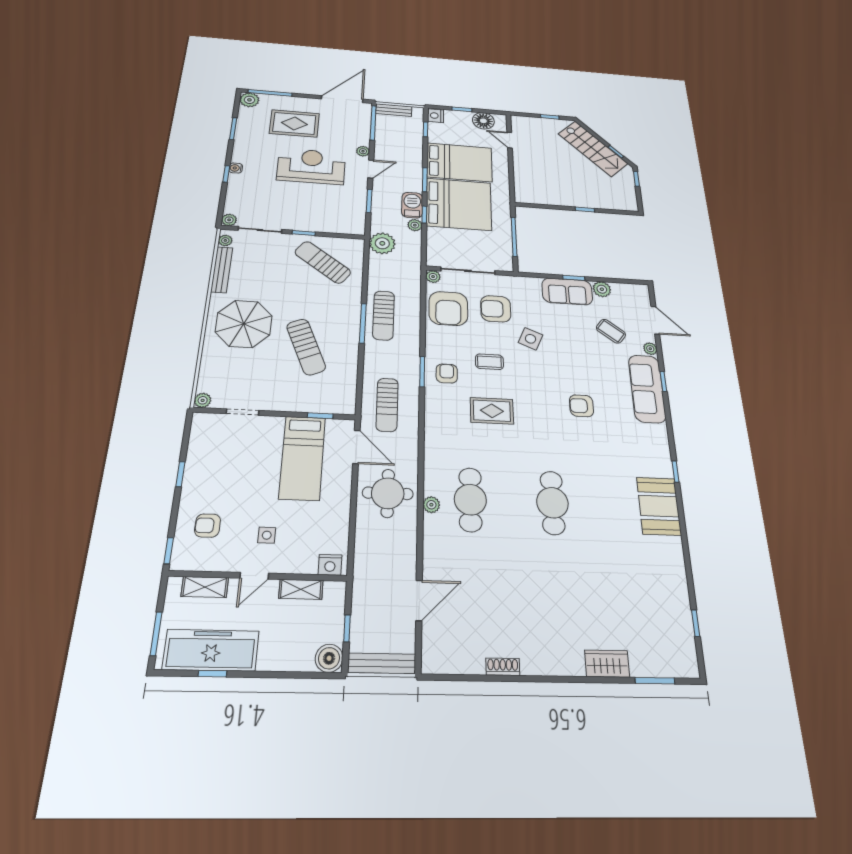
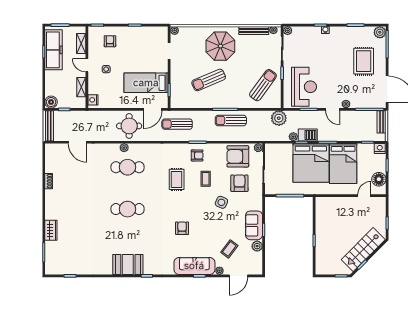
reception desk: (311, 166) -> (304, 87), moved

